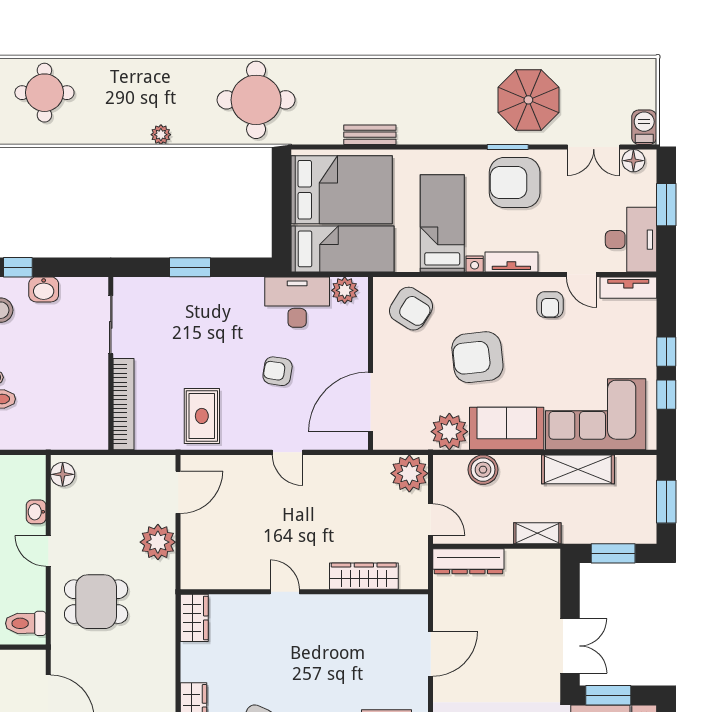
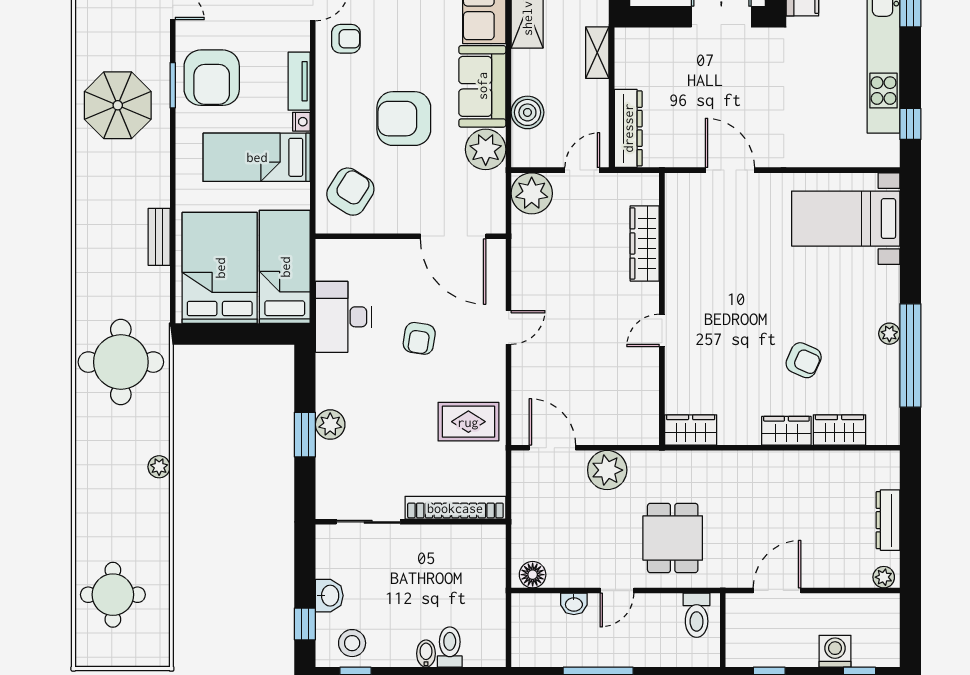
parasol: (528, 100) -> (118, 105), moved
plant: (345, 290) -> (330, 425), moved
armchair: (477, 357) -> (404, 119), turned 96

